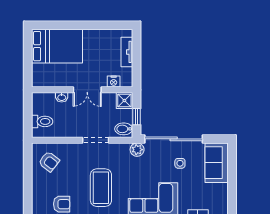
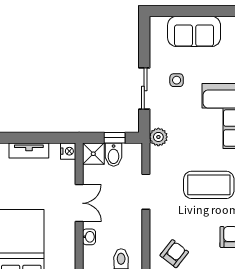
nightstand: (114, 82) -> (68, 151), moved
bidet: (124, 129) -> (114, 155), moved
sliding door: (174, 139) -> (144, 89), width x0.54
sofa: (217, 163) -> (194, 31), moved

